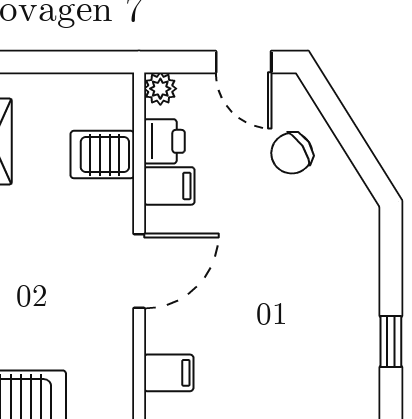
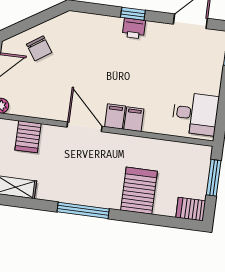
printer: (164, 141) -> (134, 28), moved, turned 180
filing cabinet: (169, 186) -> (115, 116), moved

